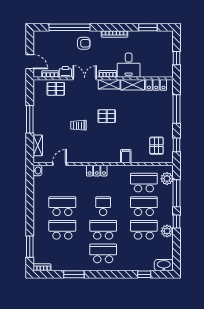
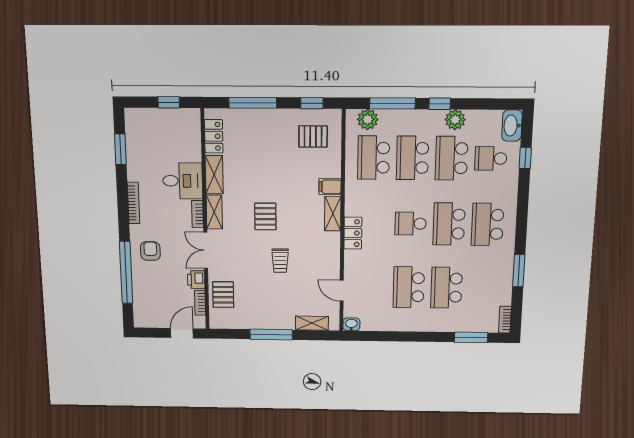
shelving: (109, 158) -> (333, 214), added
school desk: (144, 253) -> (491, 158), added

